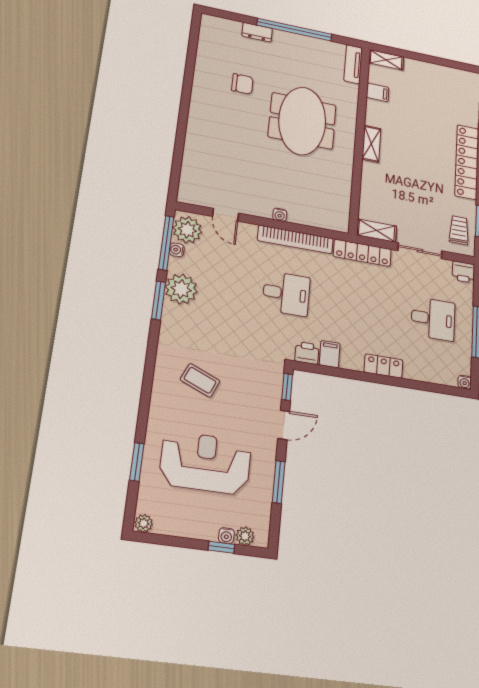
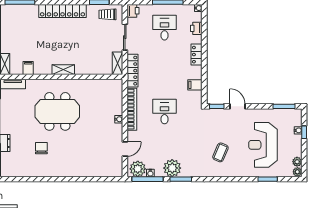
printer: (307, 353) -> (196, 28), moved
window: (279, 482) -> (284, 106), moved
plant: (245, 536) -> (297, 162), moved

